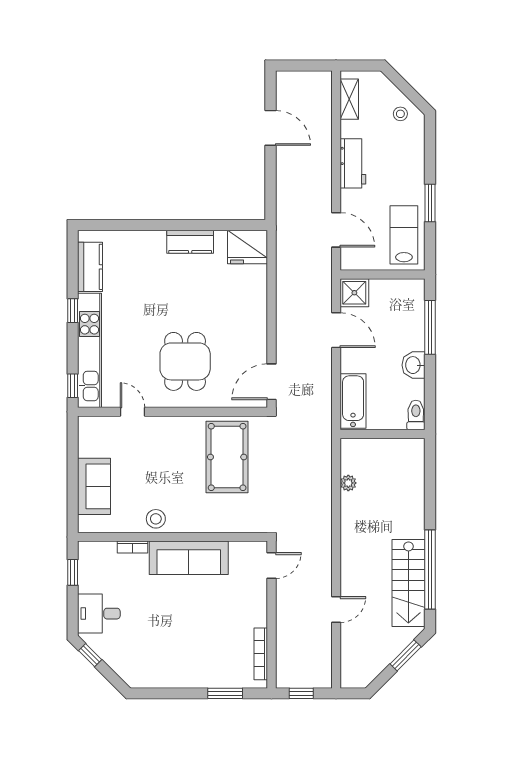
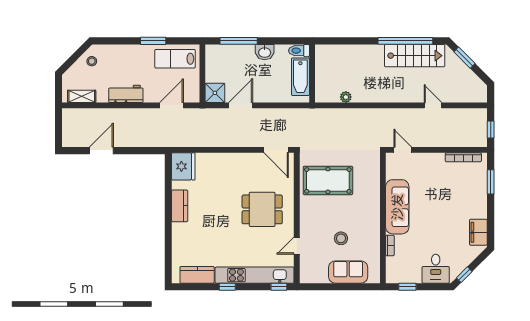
bathtub: (353, 401) -> (300, 77), moved, turned -90
stool: (156, 519) -> (341, 238), moved
filing cabinet: (152, 676) -> (478, 232), added

